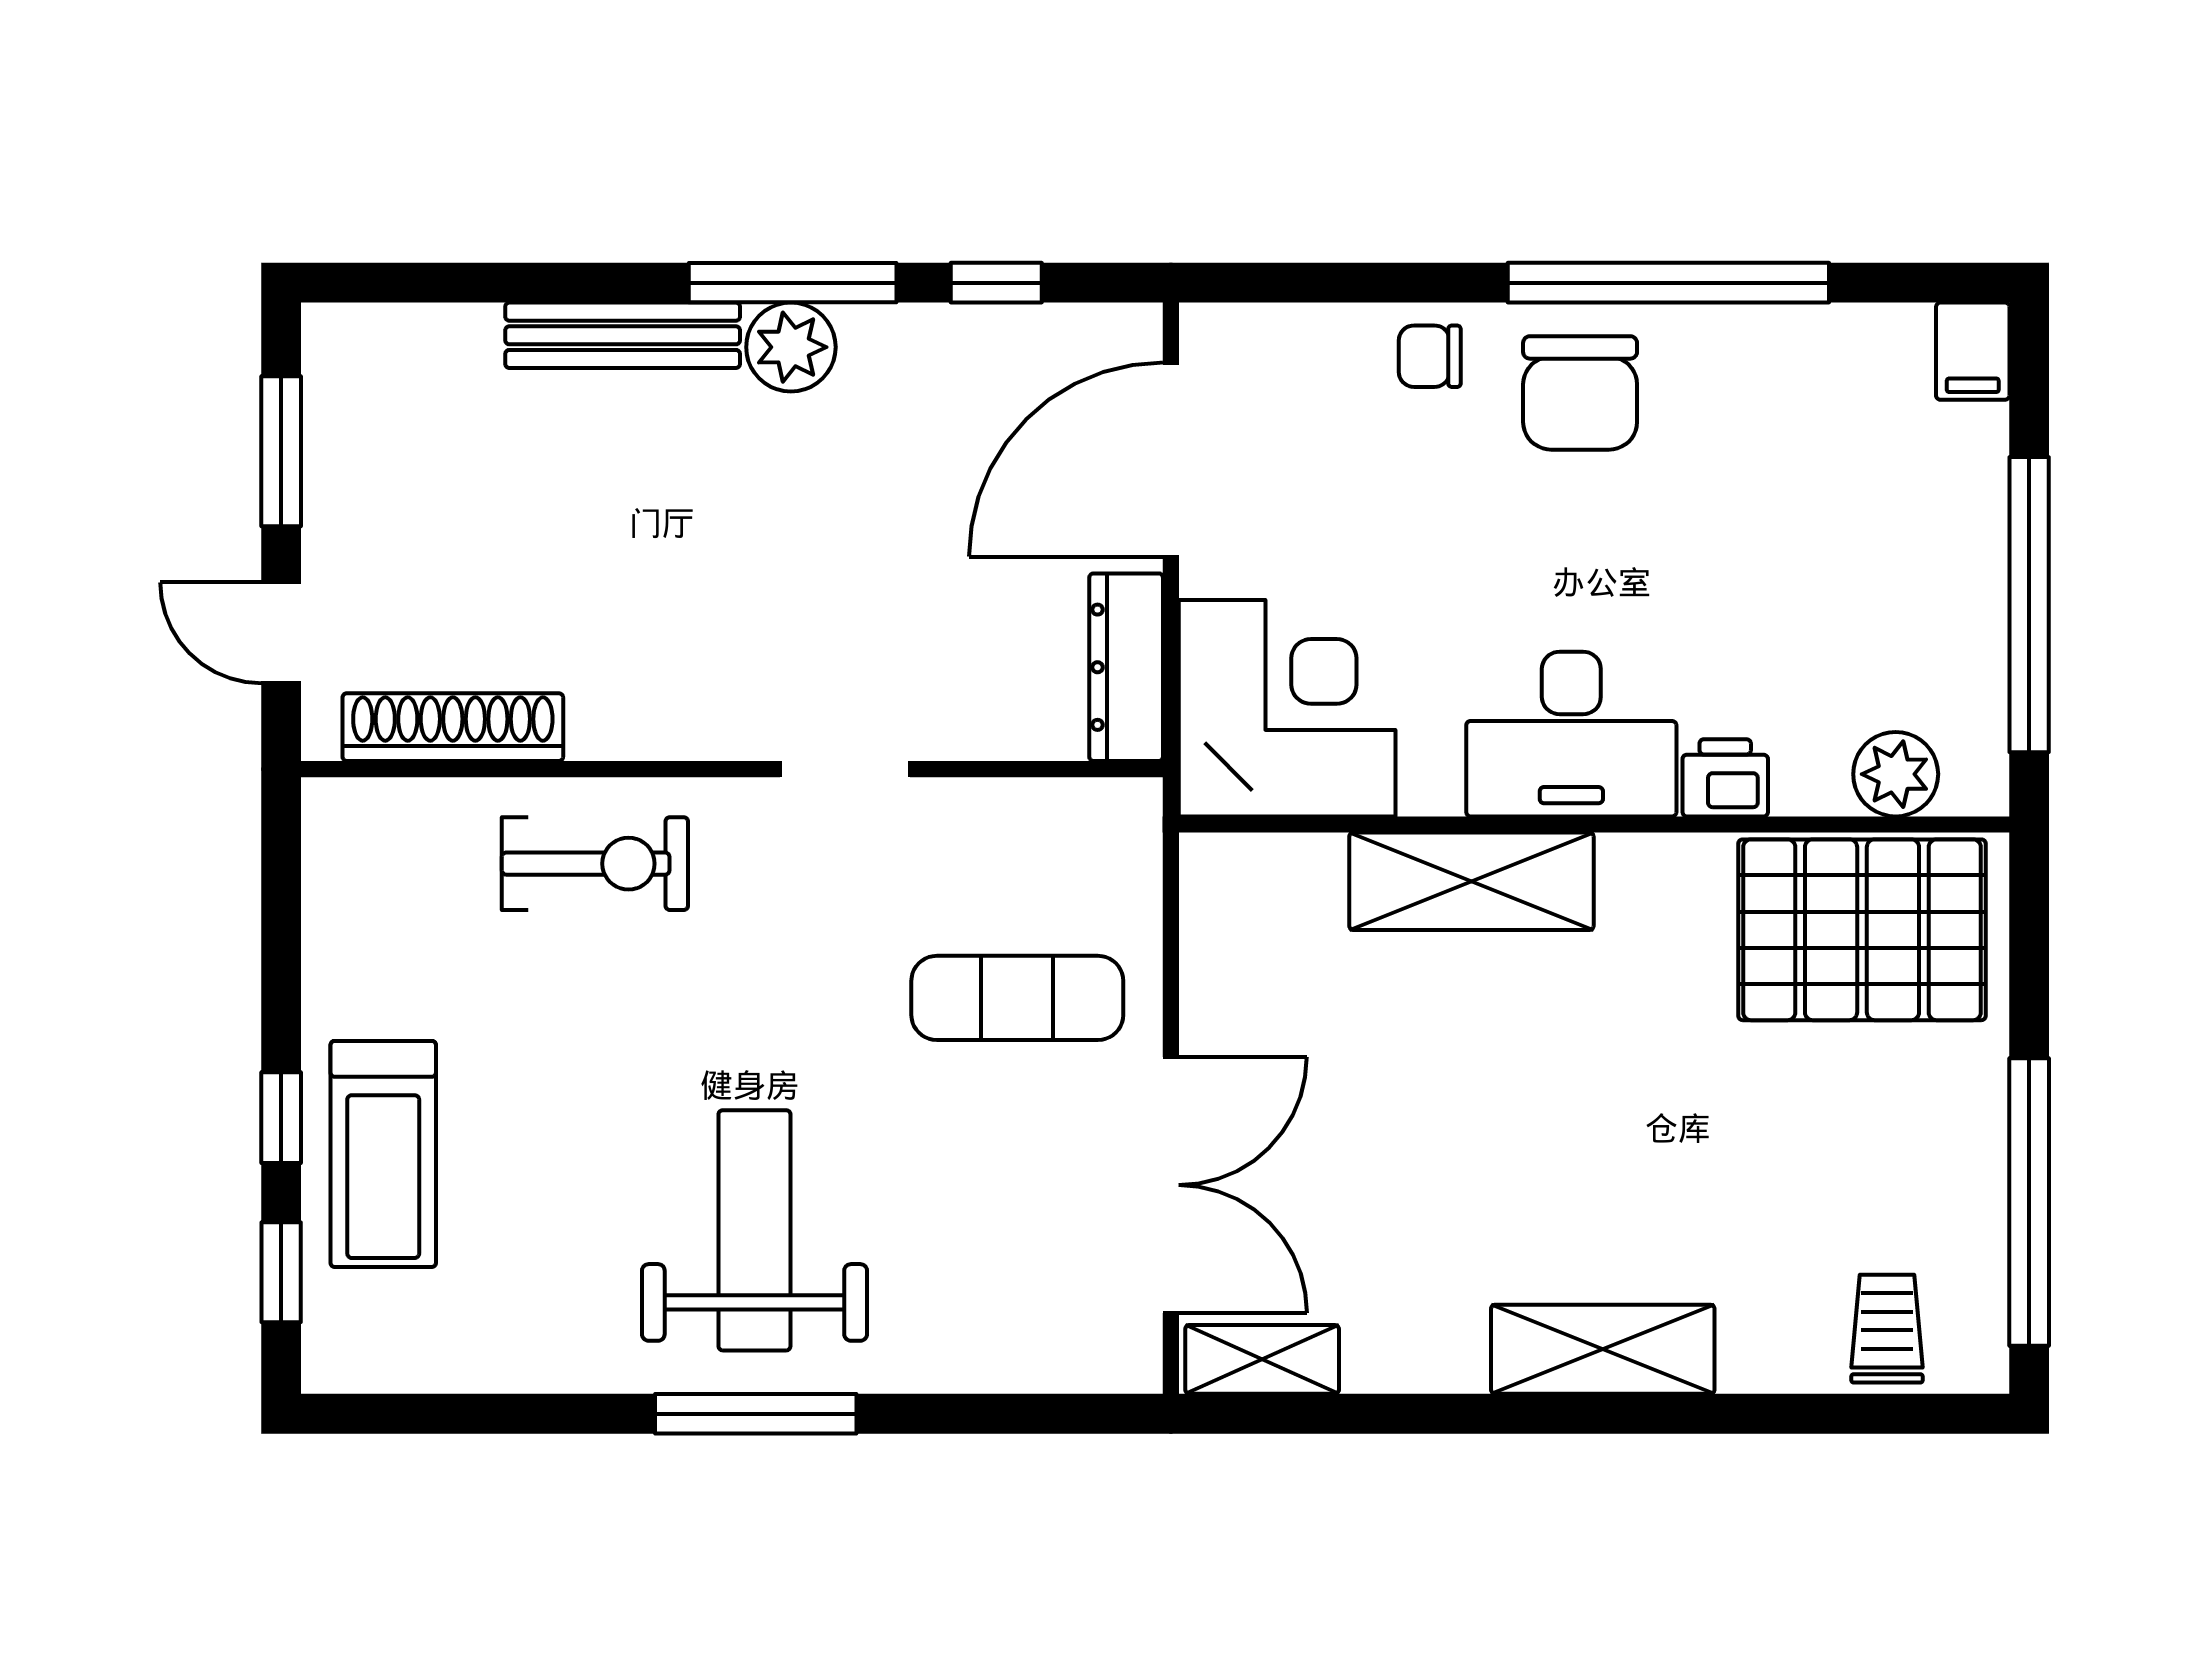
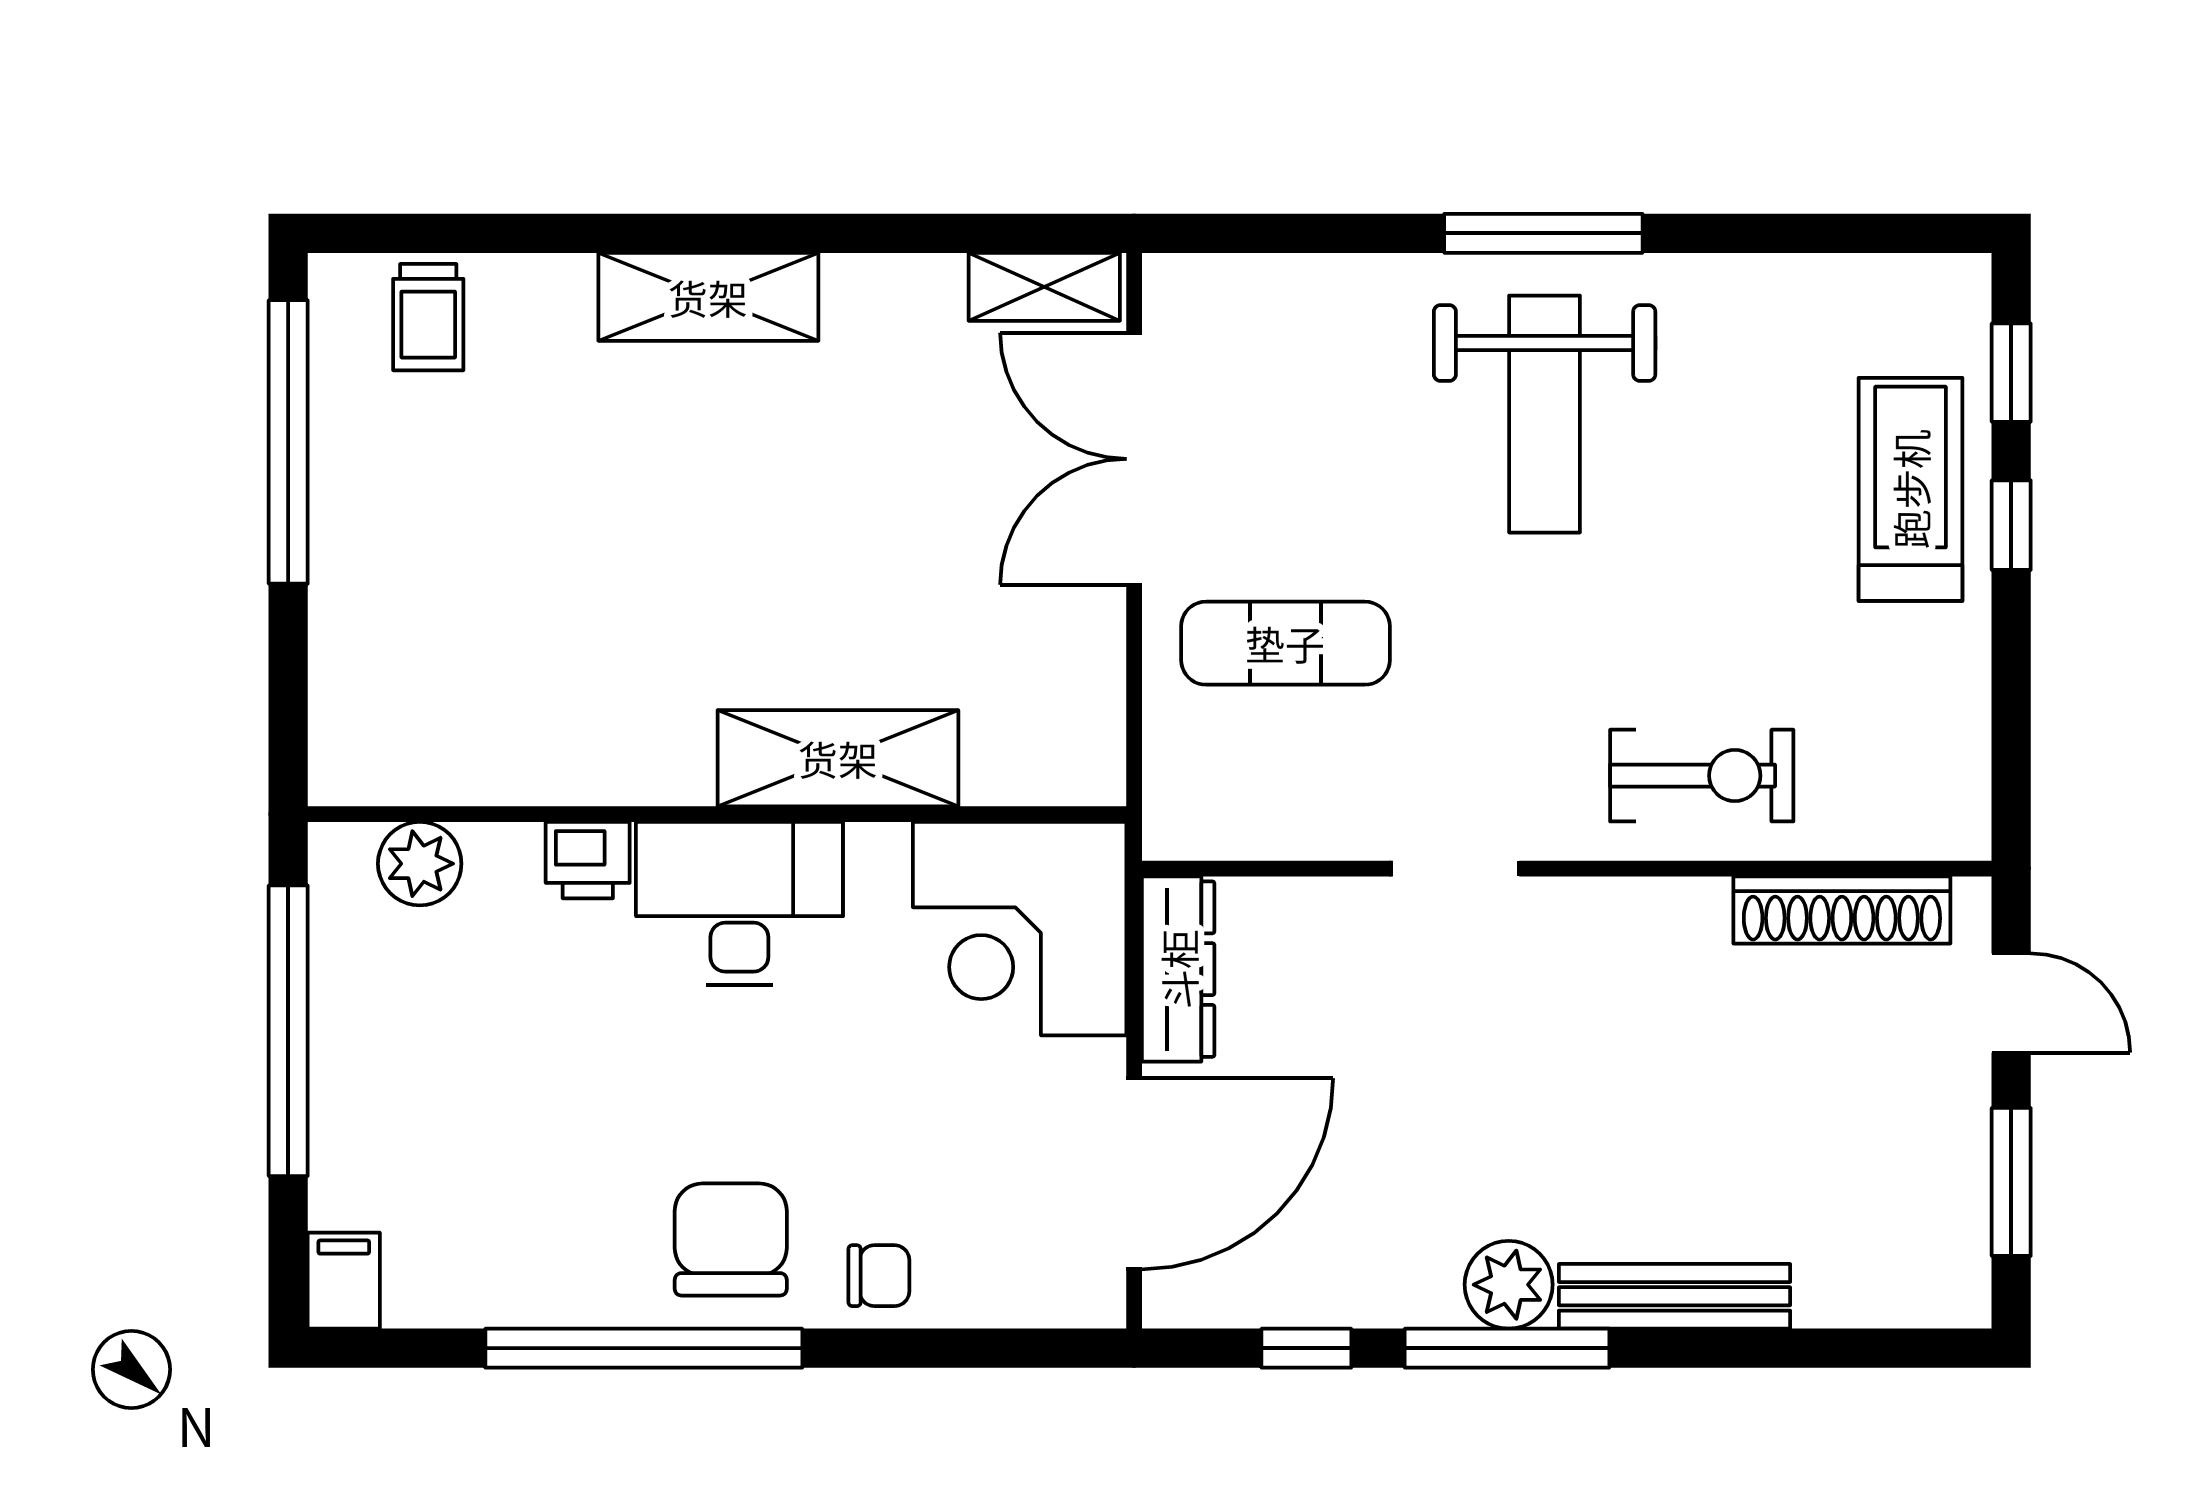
exercise bike: (595, 864) -> (1702, 776), turned 180
pallet: (1862, 930) -> (453, 710), removed

